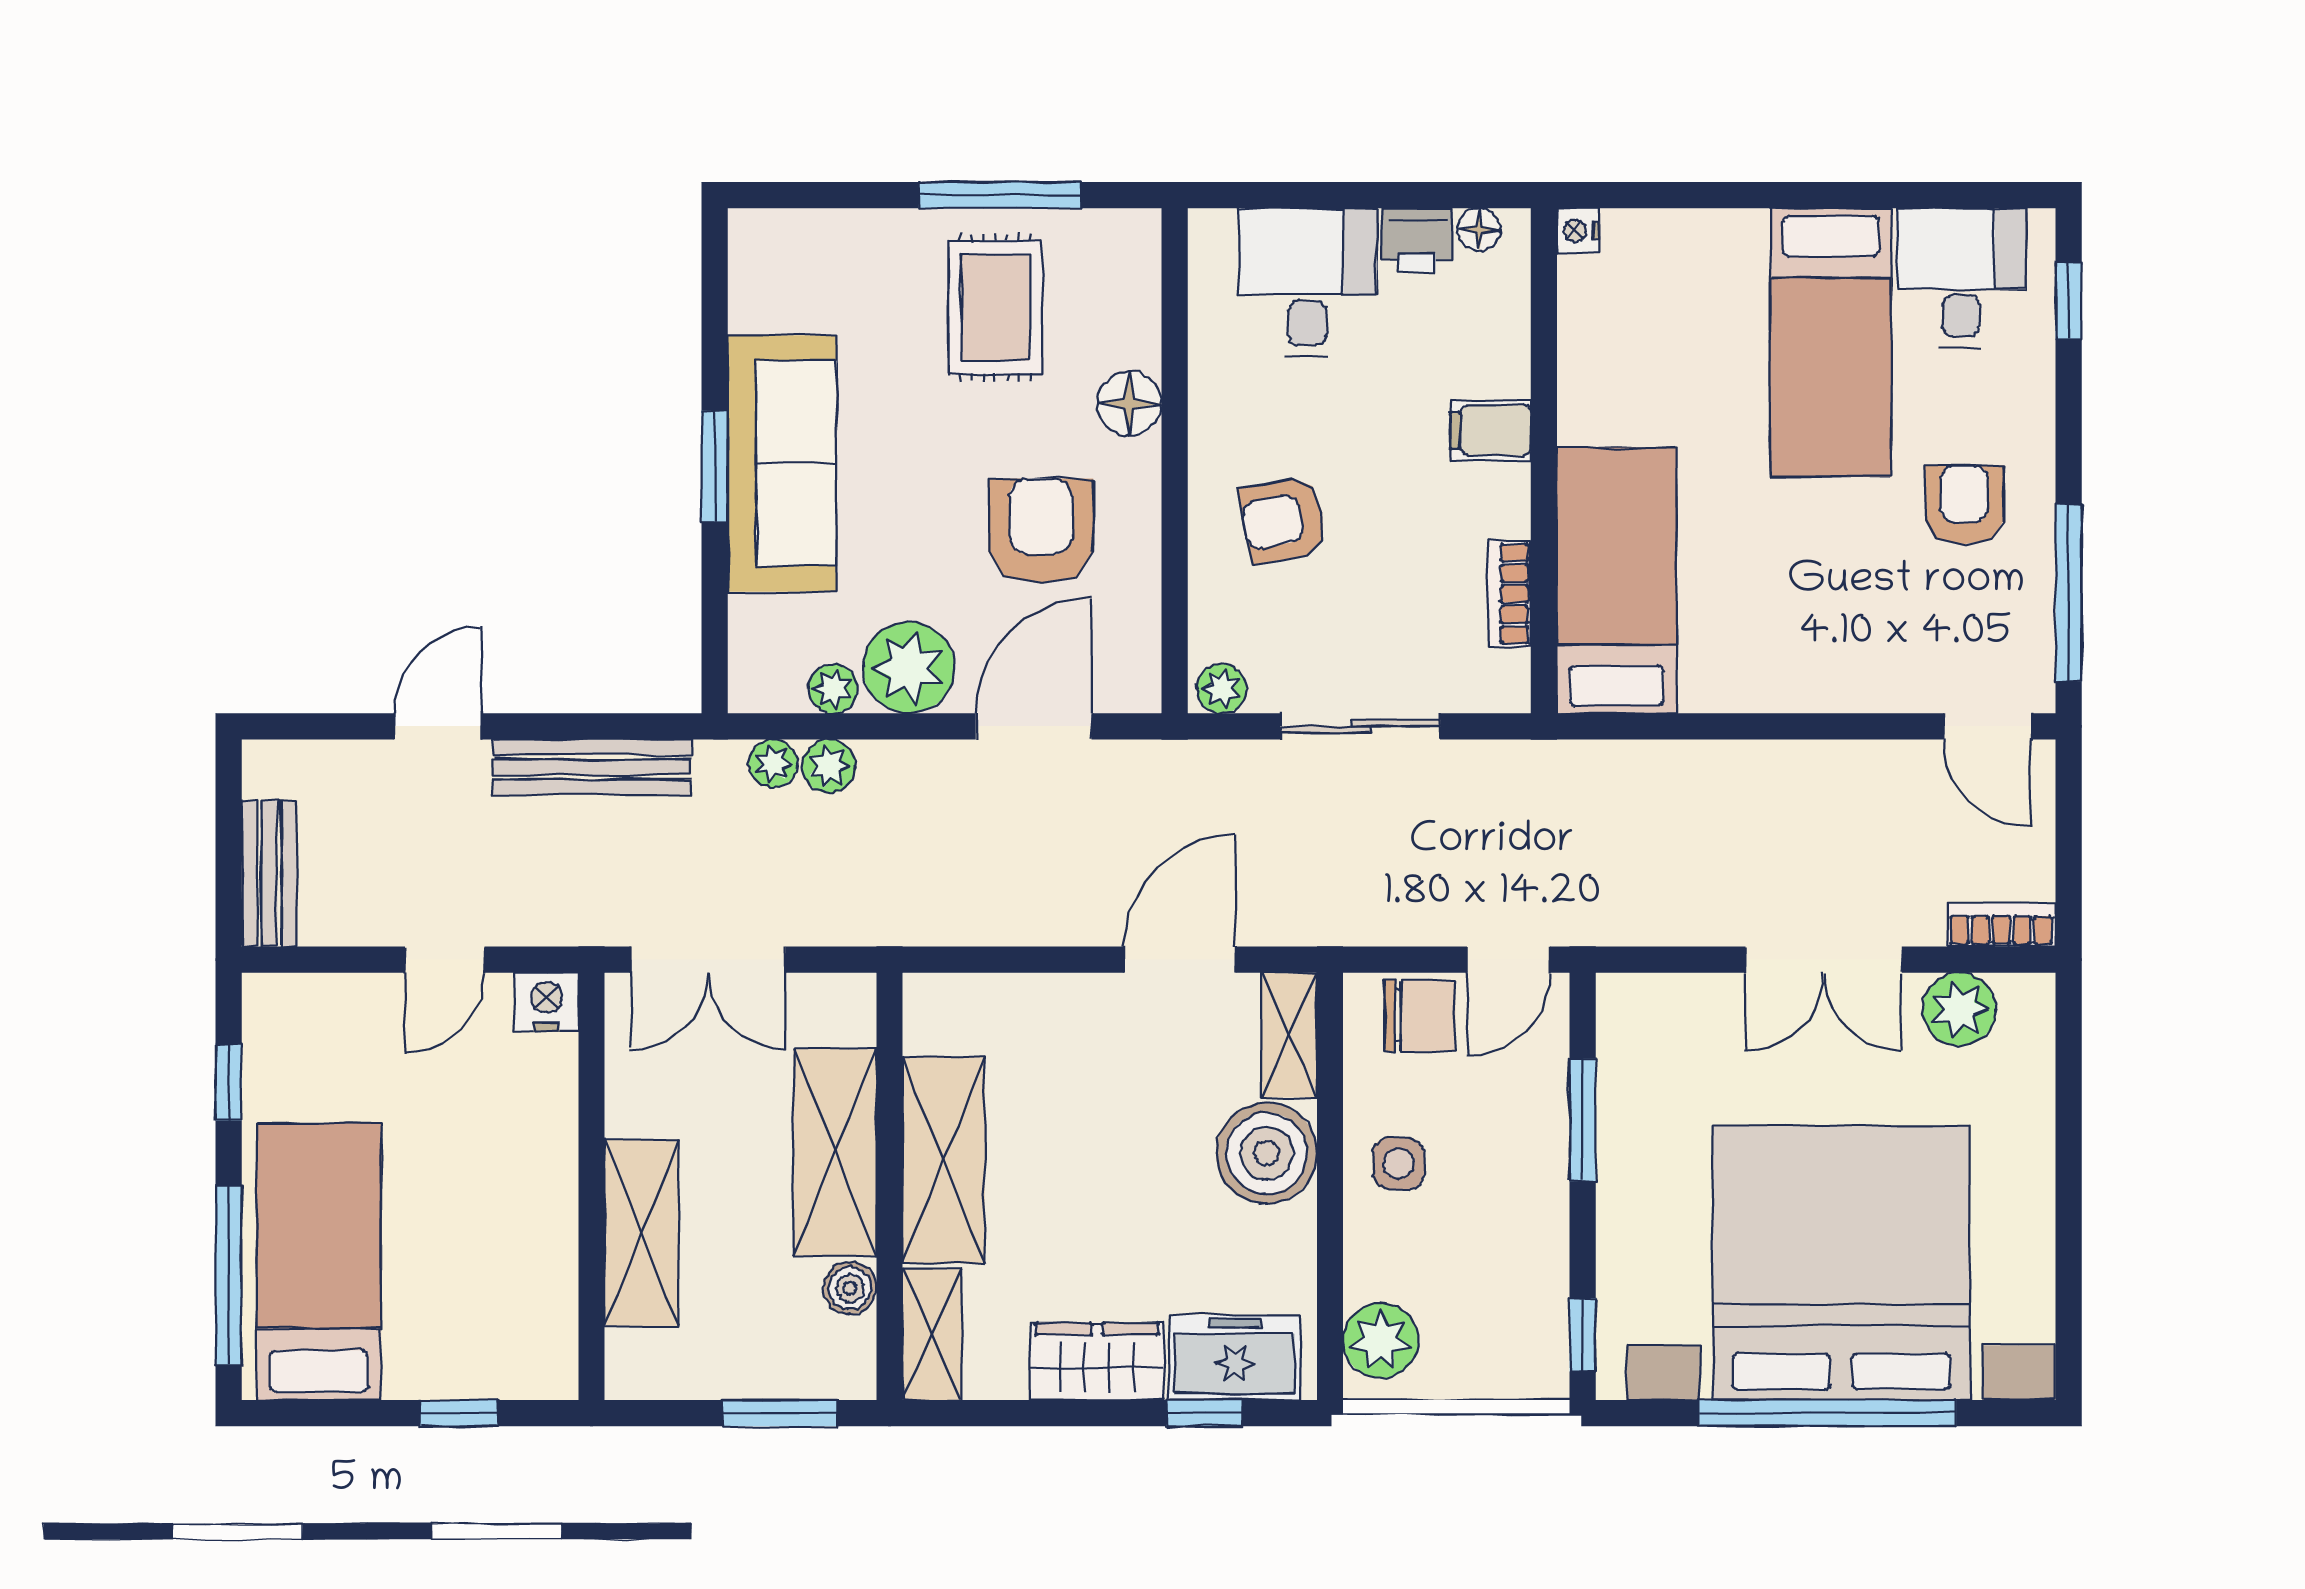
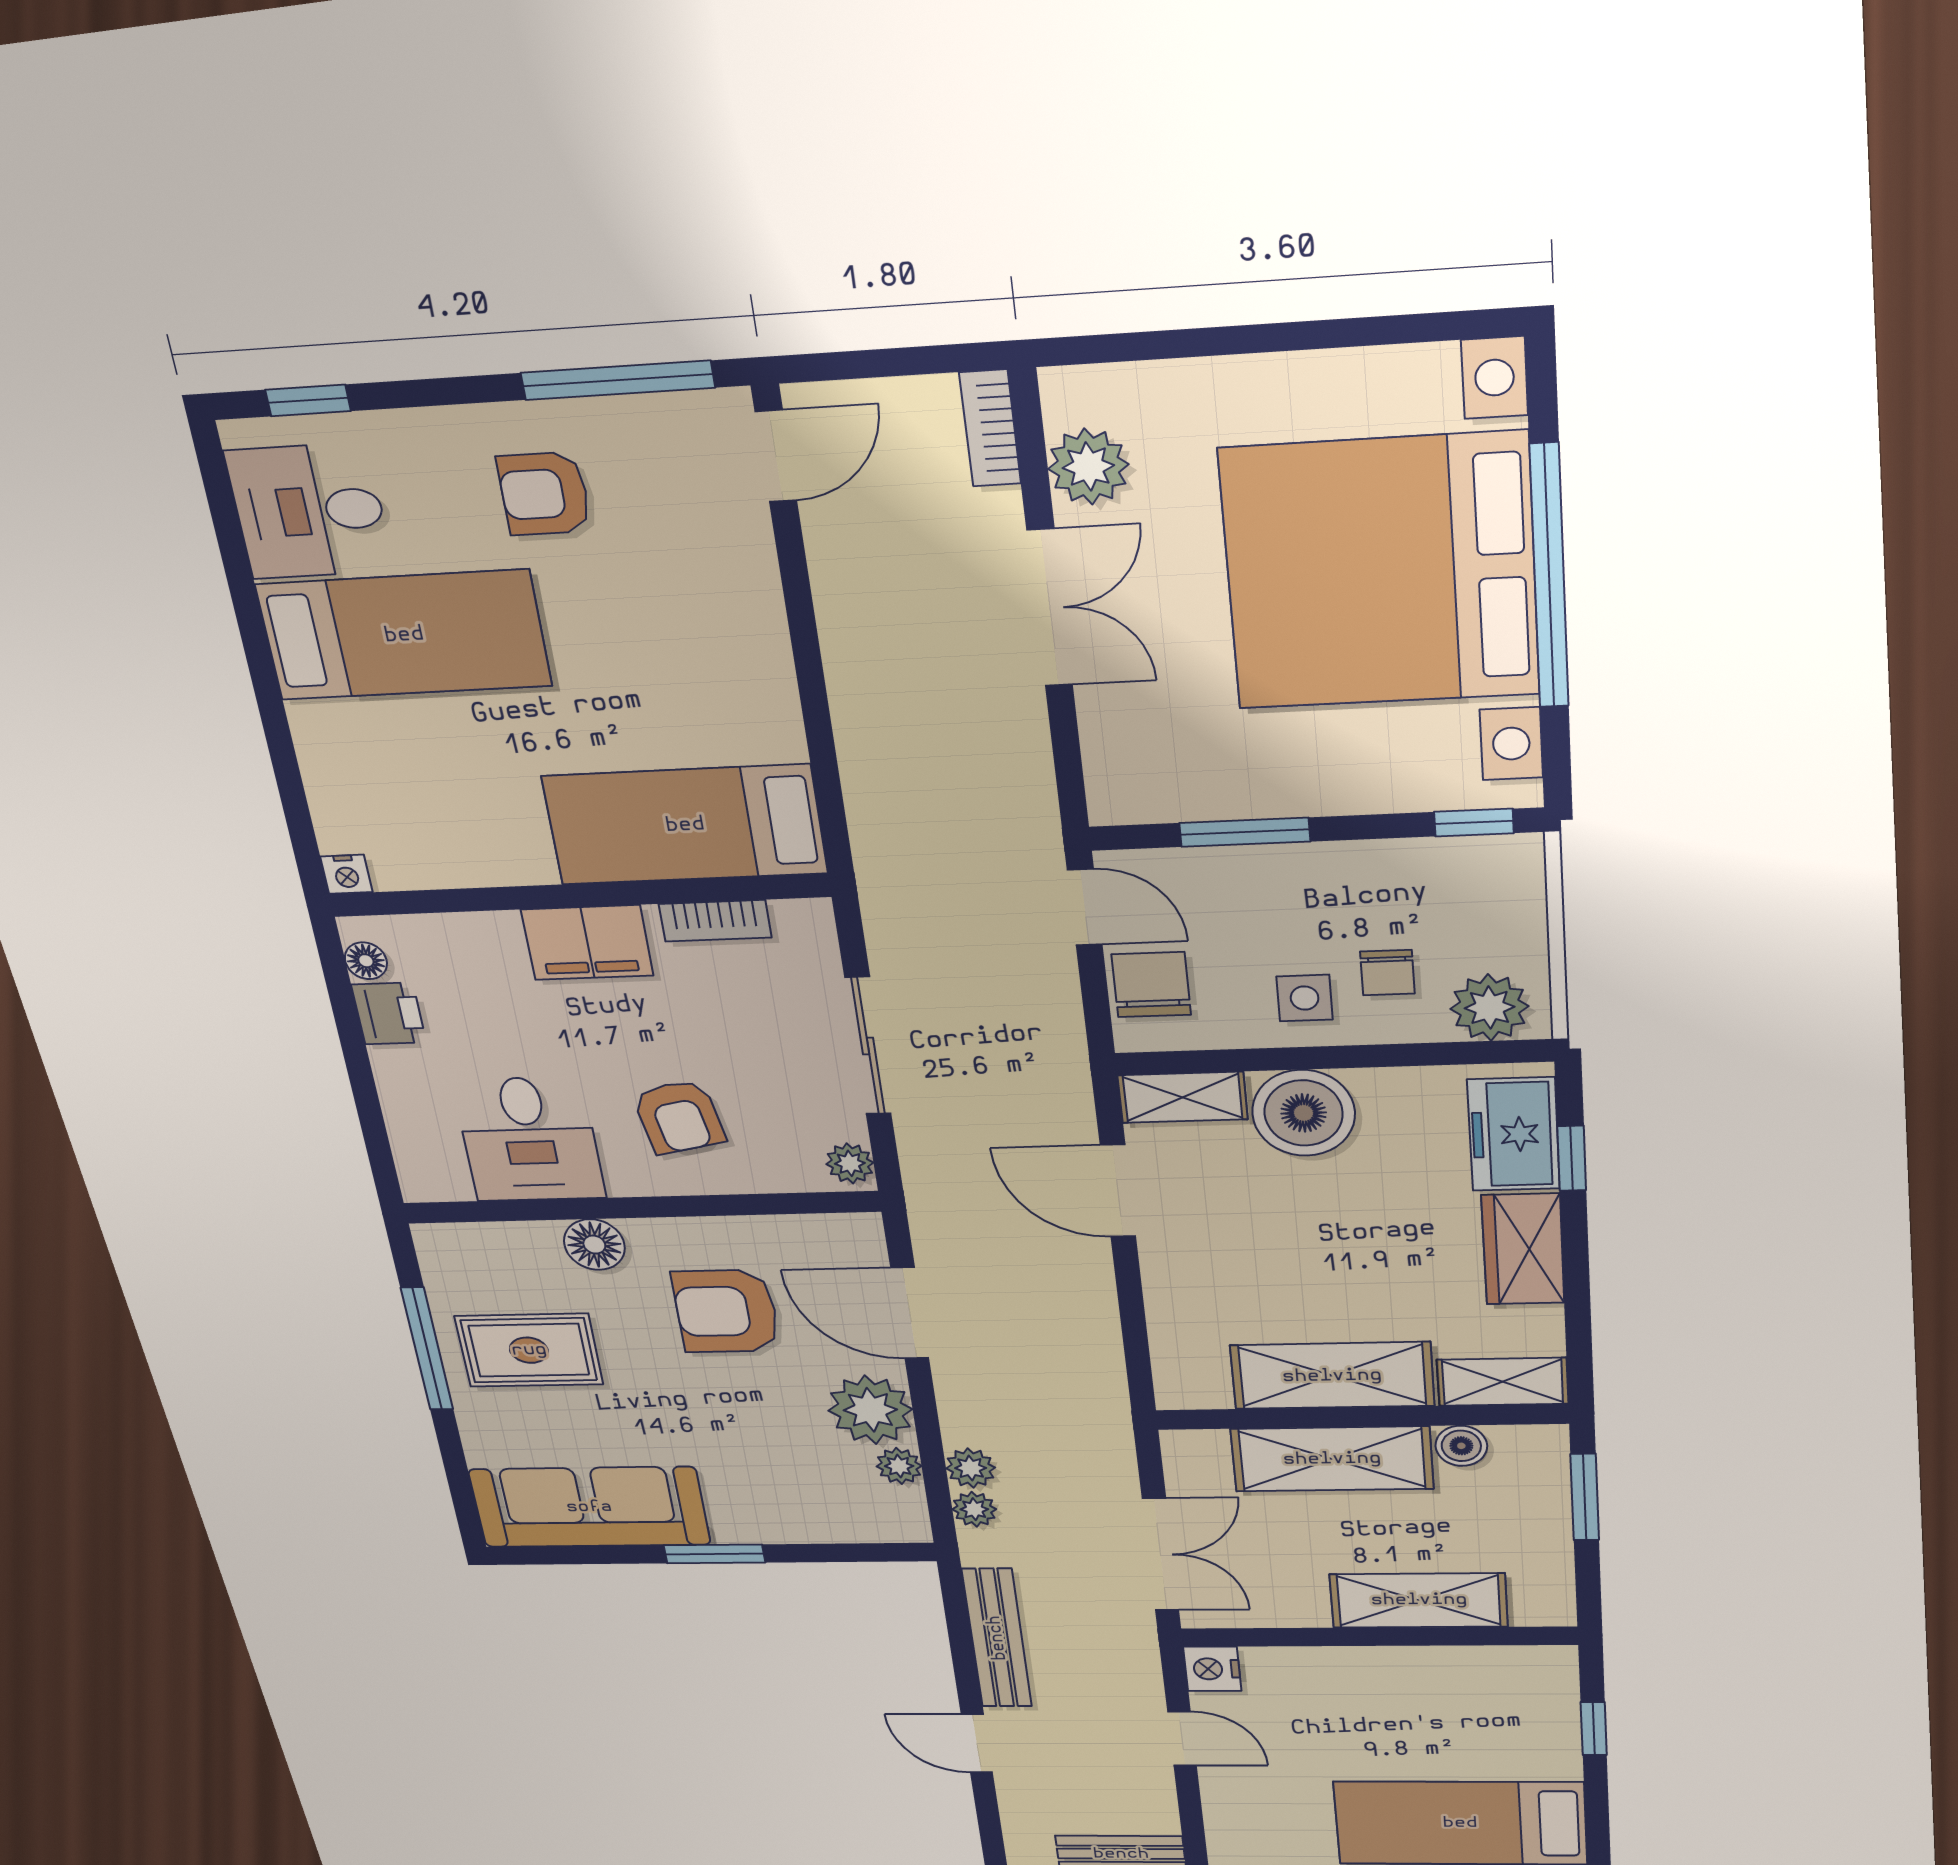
desk: (1308, 283) -> (529, 1139), moved, turned -90
filing cabinet: (1490, 430) -> (587, 943), width x2.00
sofa: (782, 463) -> (589, 1507), moved
chair: (1424, 1245) -> (1387, 973), added

